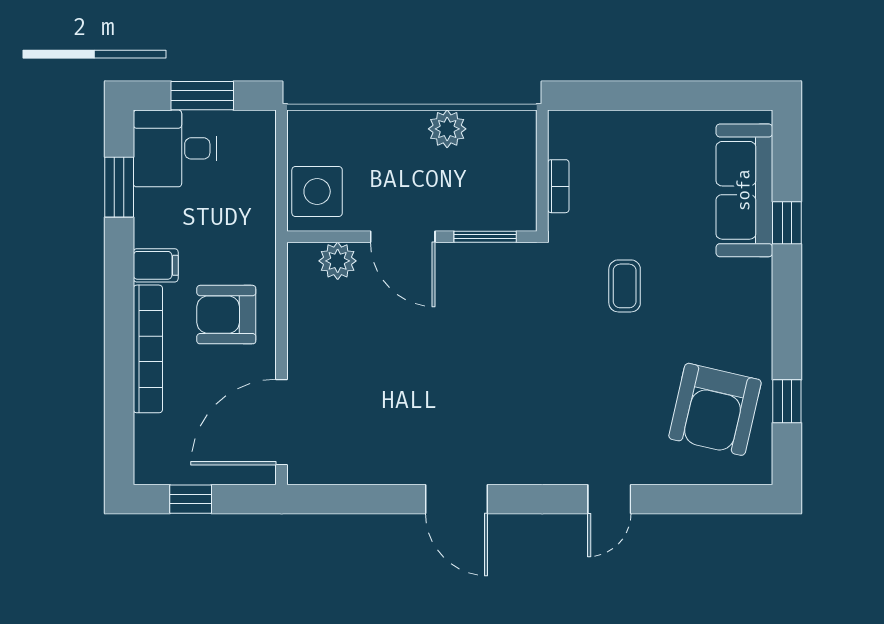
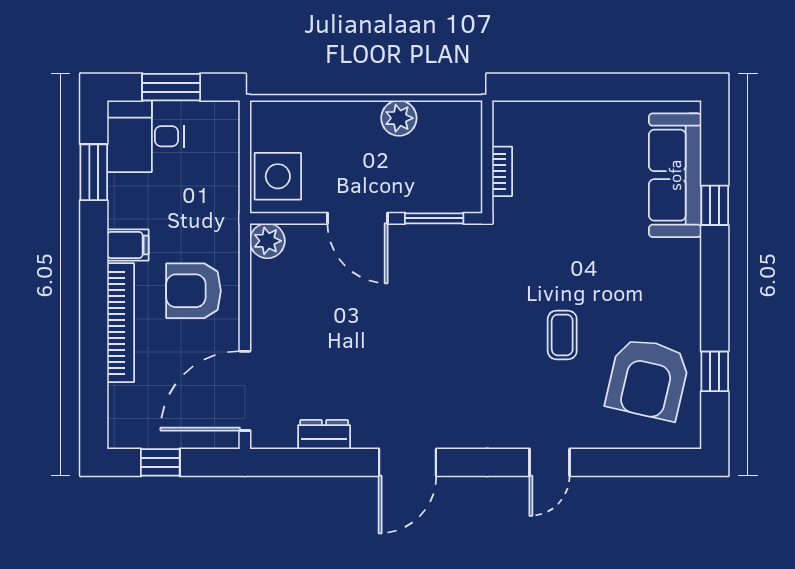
plant: (338, 261) -> (267, 241), moved
coffee table: (625, 286) -> (562, 335), moved
dresser: (367, 469) -> (324, 434), added
door: (457, 499) -> (408, 462), hinge flipped

